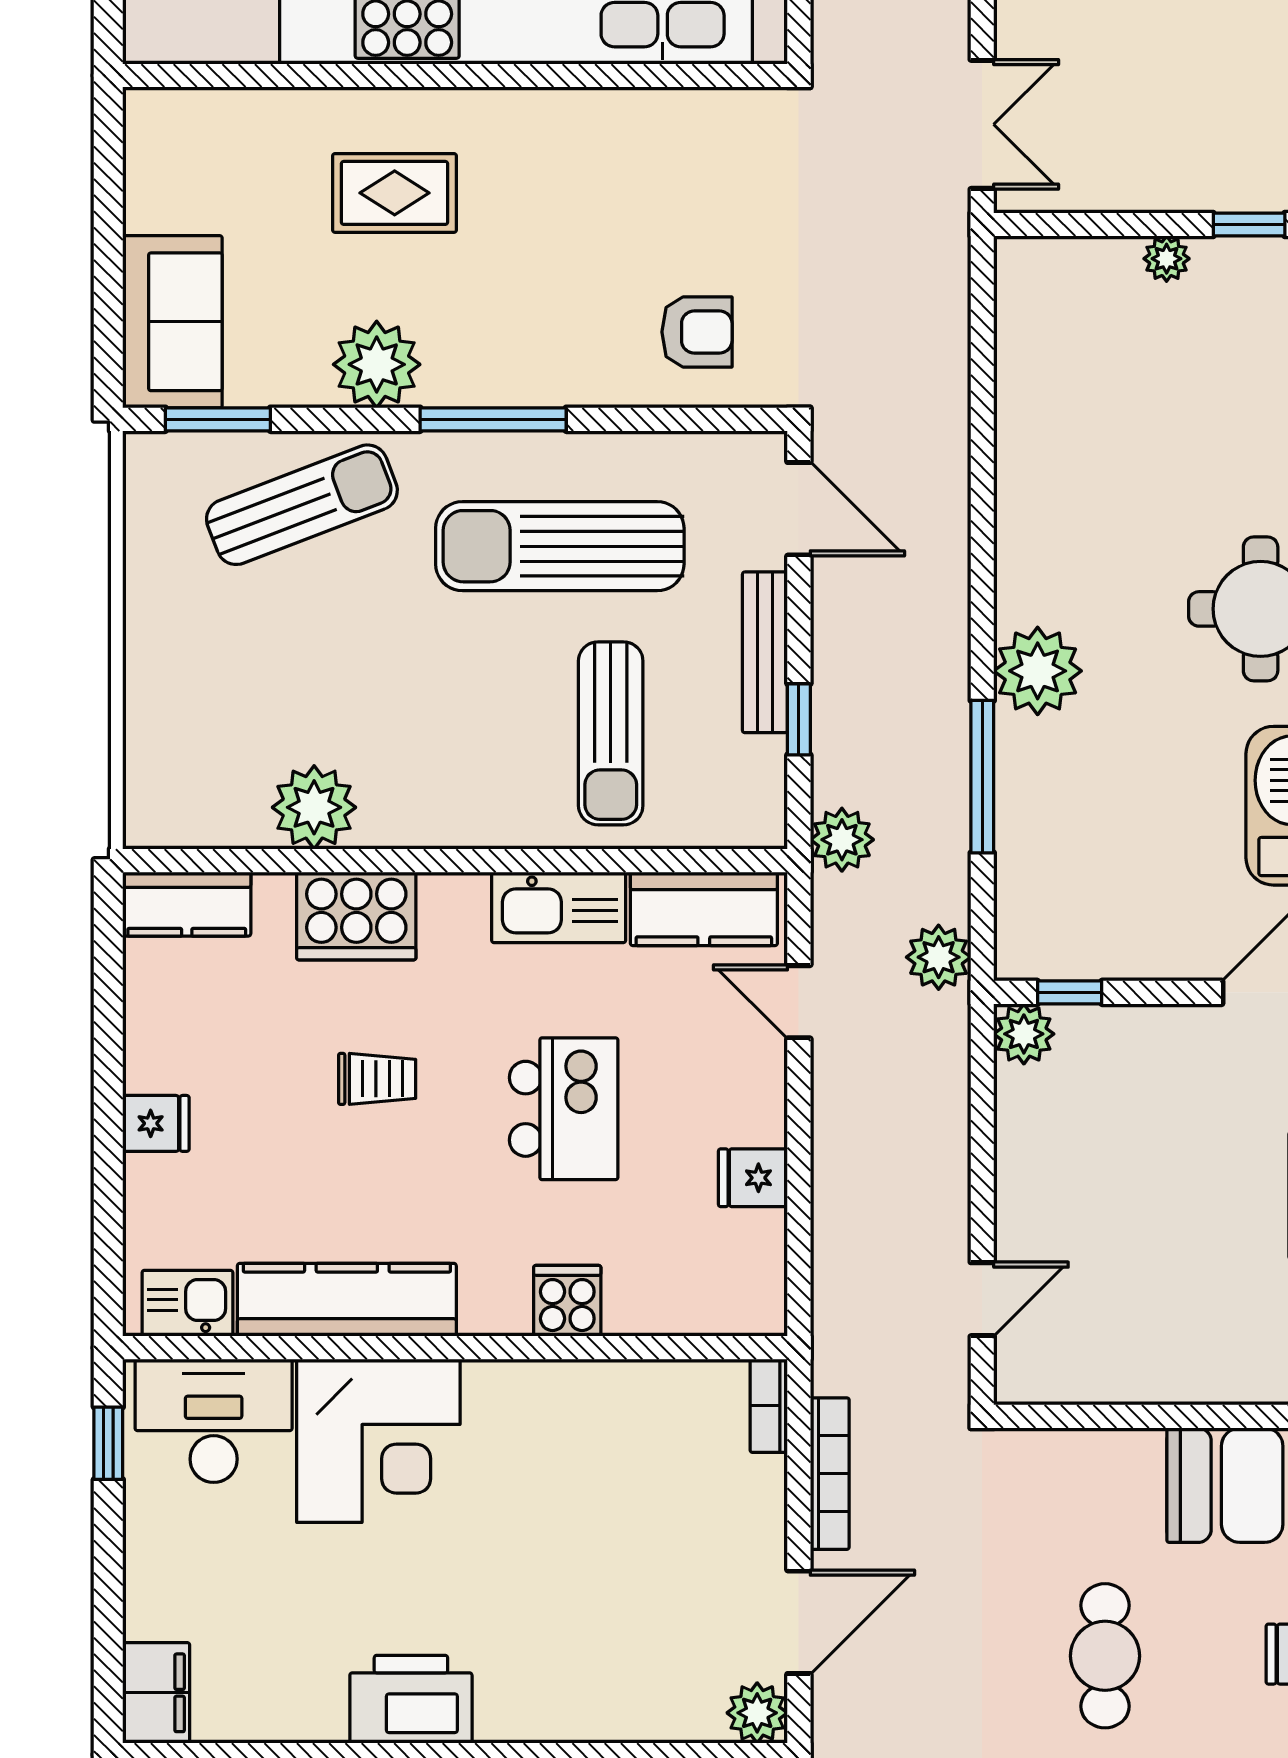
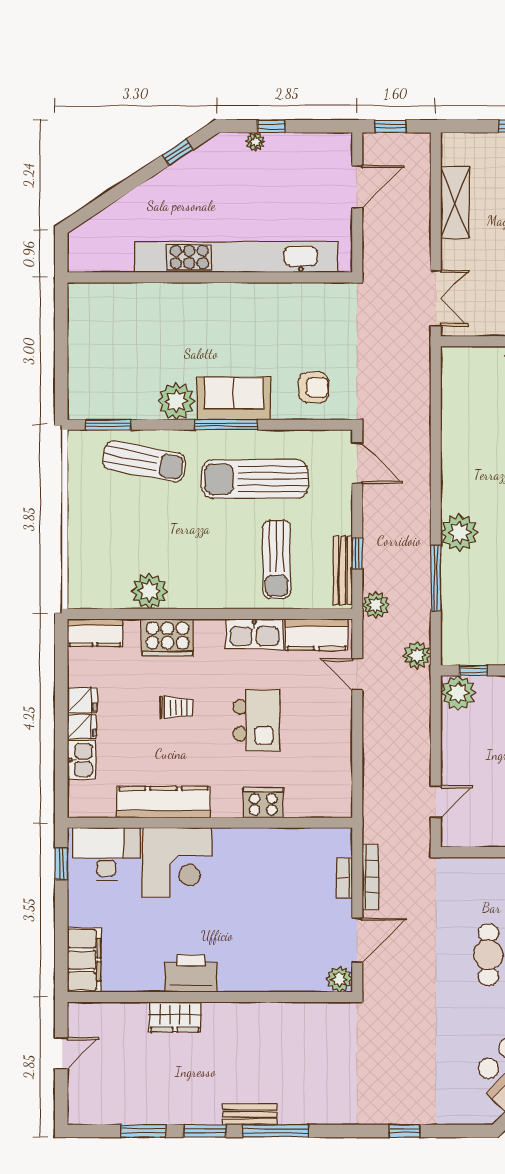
rug: (395, 193) -> (184, 328), removed
sofa: (172, 322) -> (234, 399), moved, turned -90
sun lounger: (302, 505) -> (144, 461), turned 32
bench: (765, 652) -> (343, 570), moved
plant: (1024, 1034) -> (458, 693), width x1.36, depth x1.36
fridge: (753, 1178) -> (82, 700), moved, turned 180
cooker: (567, 1301) -> (263, 803), width x1.36
kitchen sink: (187, 1303) -> (81, 760), moved, turned 90
bookcase: (769, 1406) -> (344, 878), moved
filing cabinet: (156, 1693) -> (84, 960), width x1.50, depth x1.17

